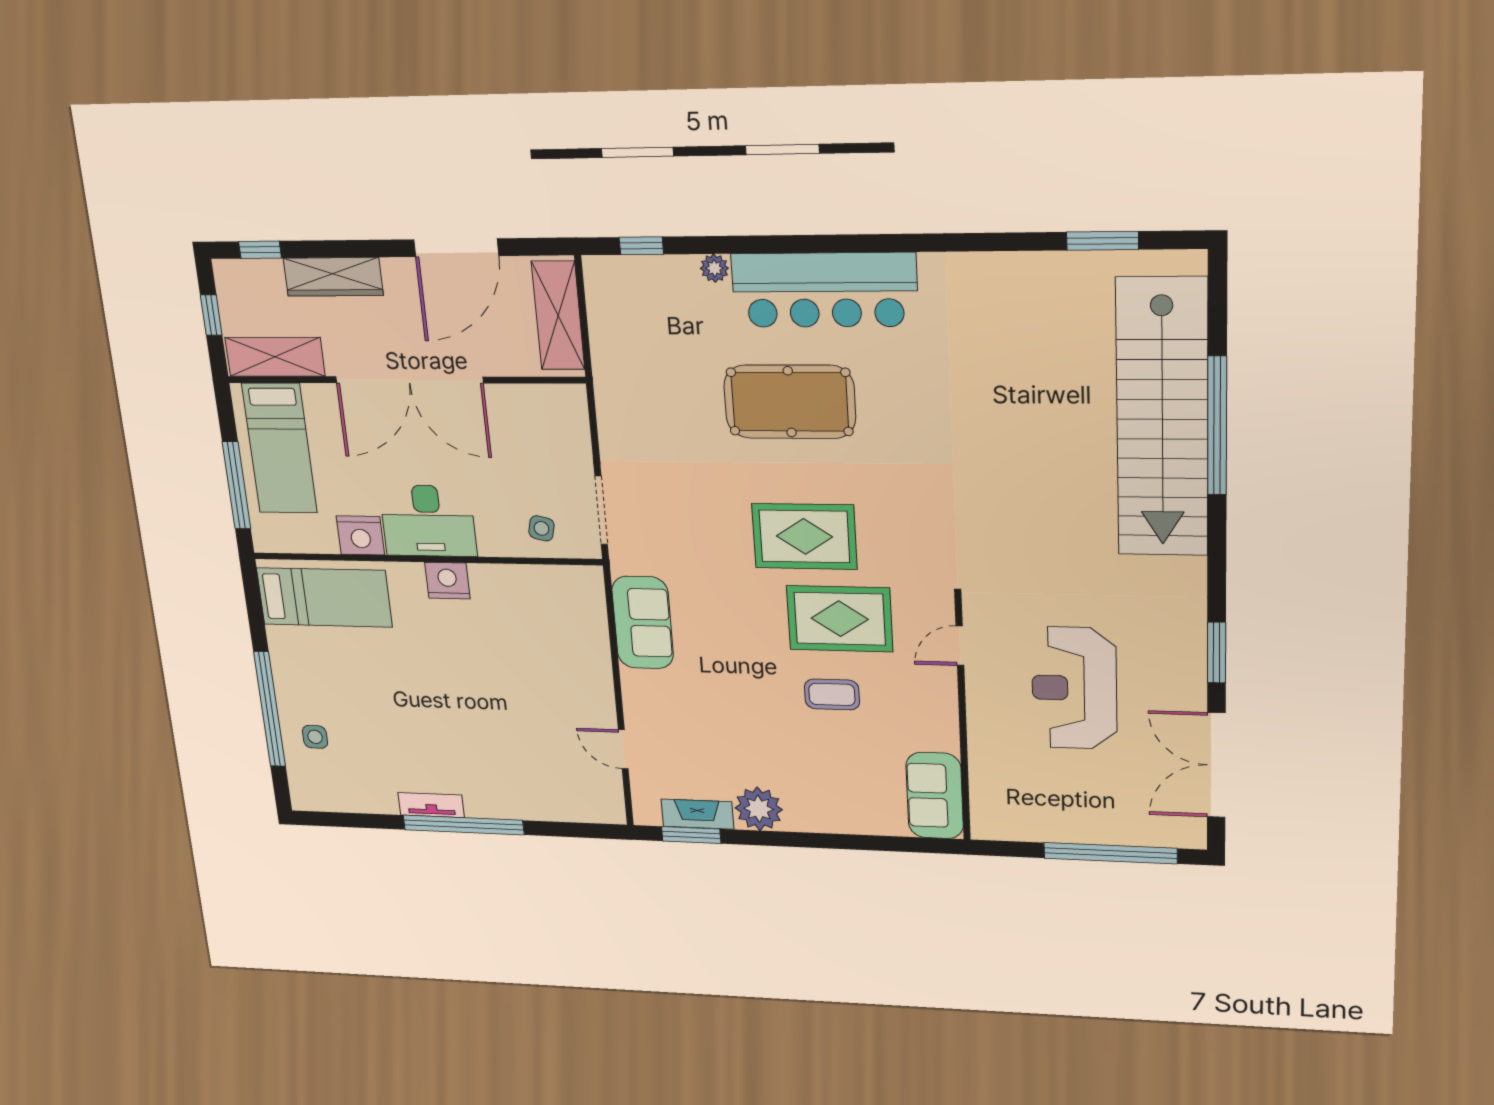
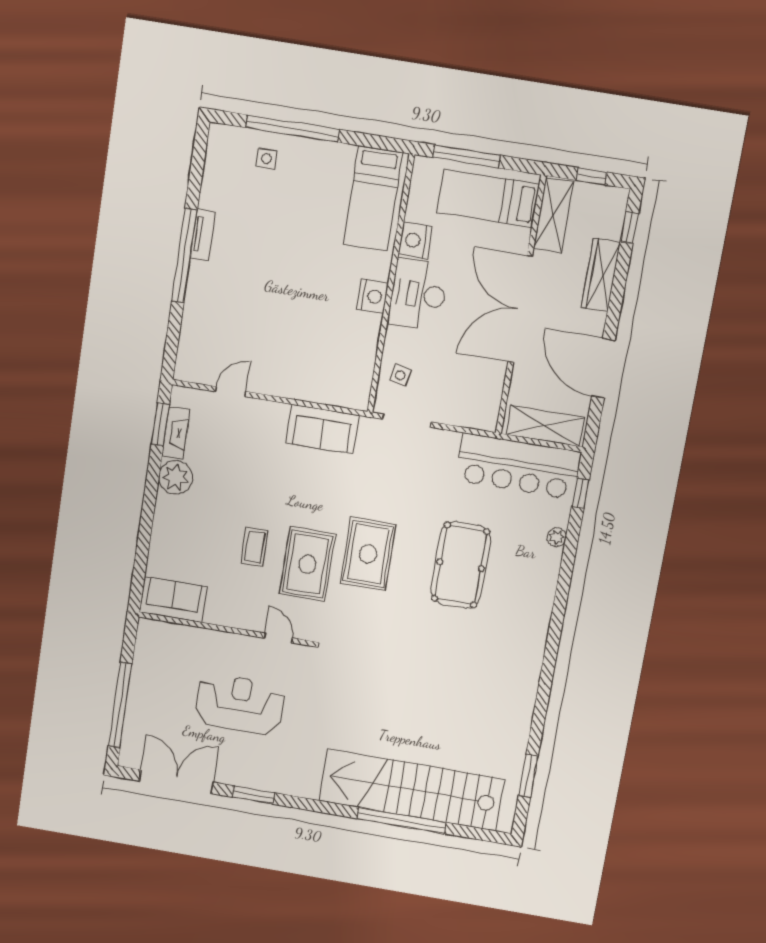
bar counter: (824, 290) -> (518, 466), moved, turned -90

